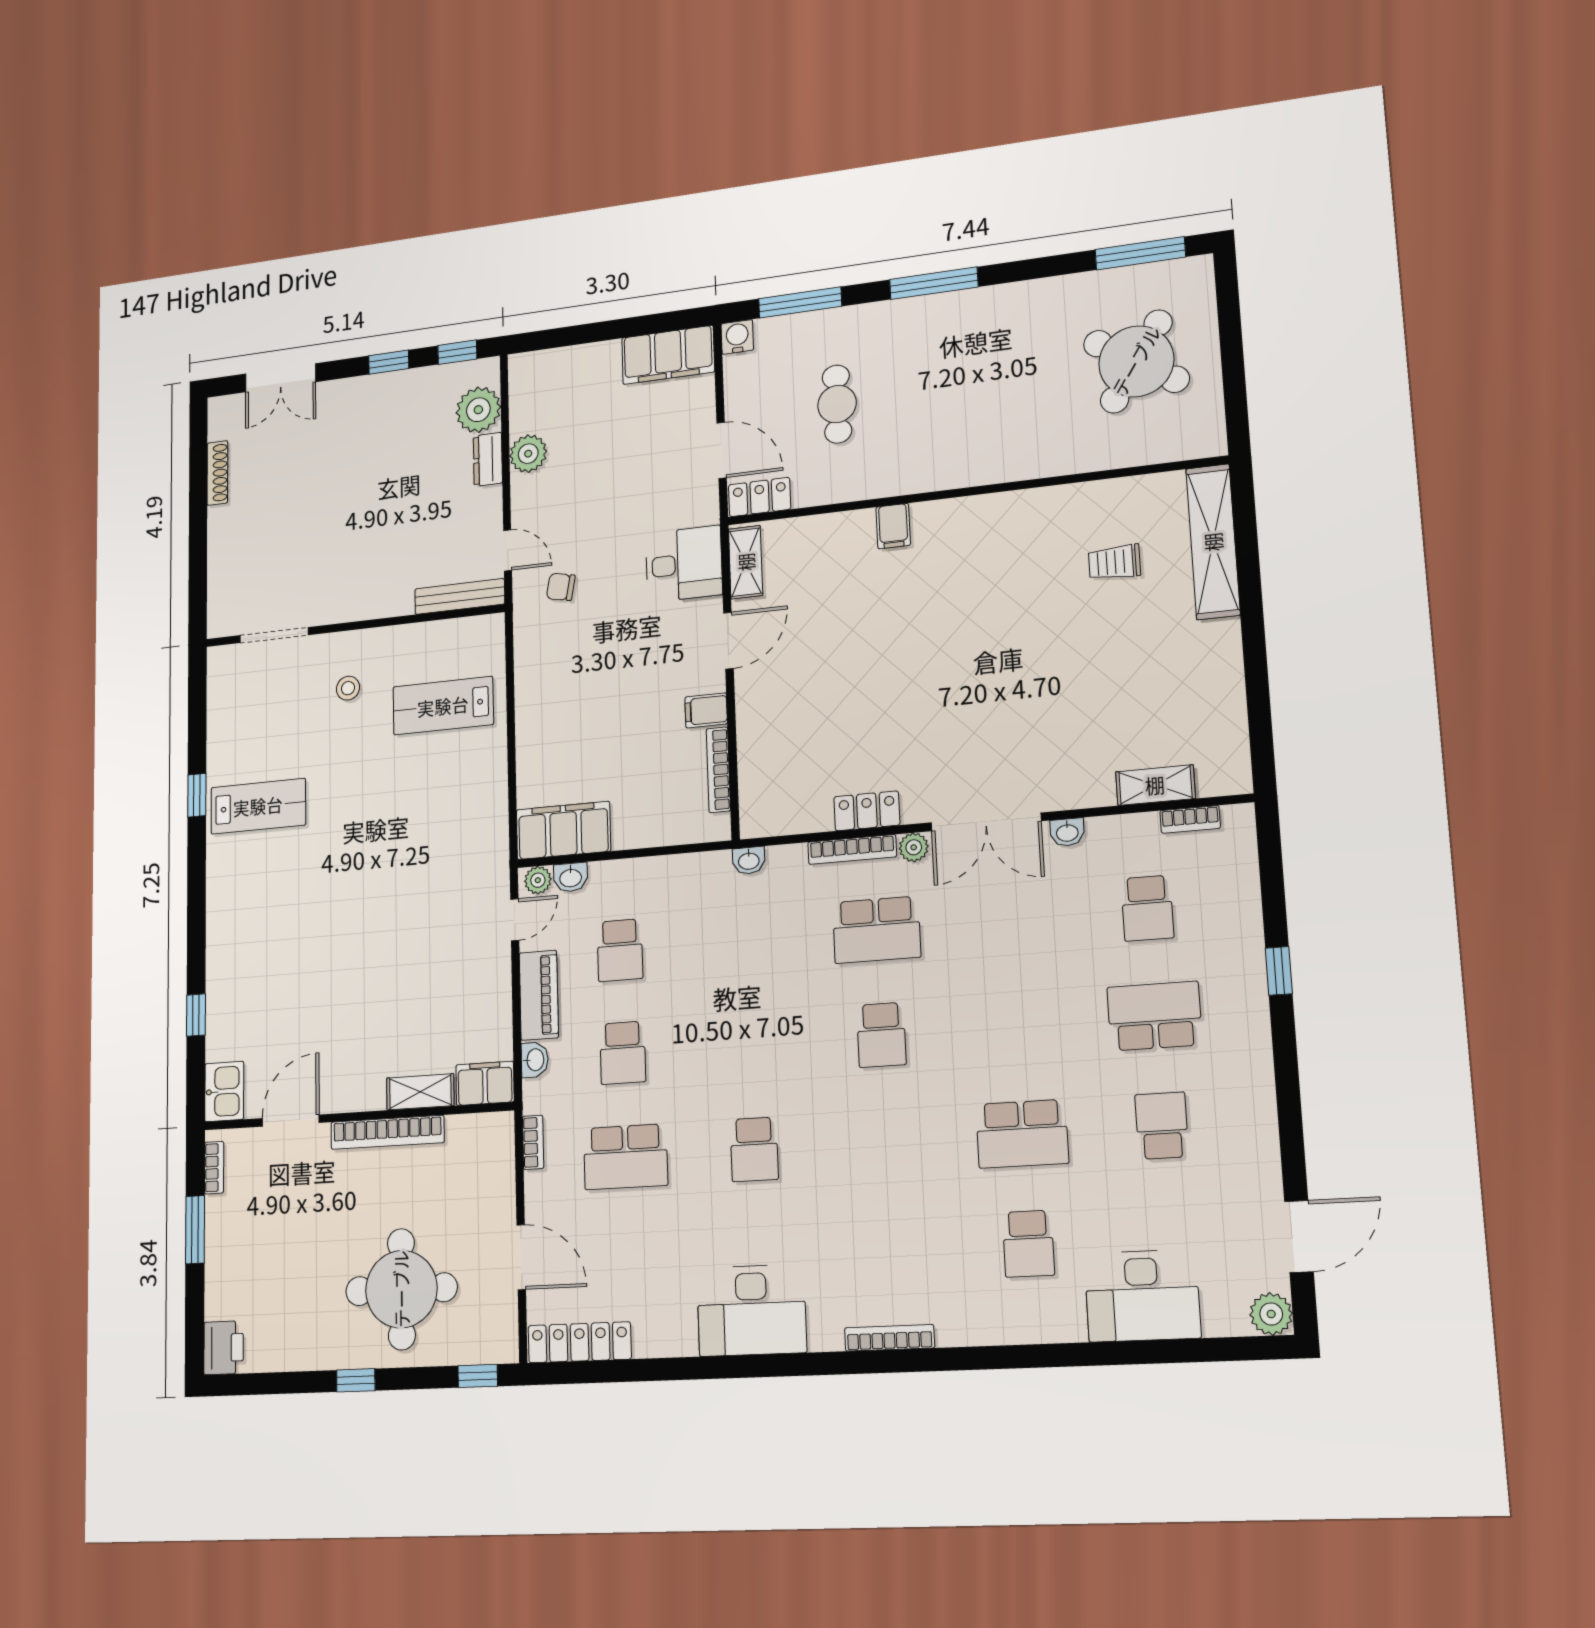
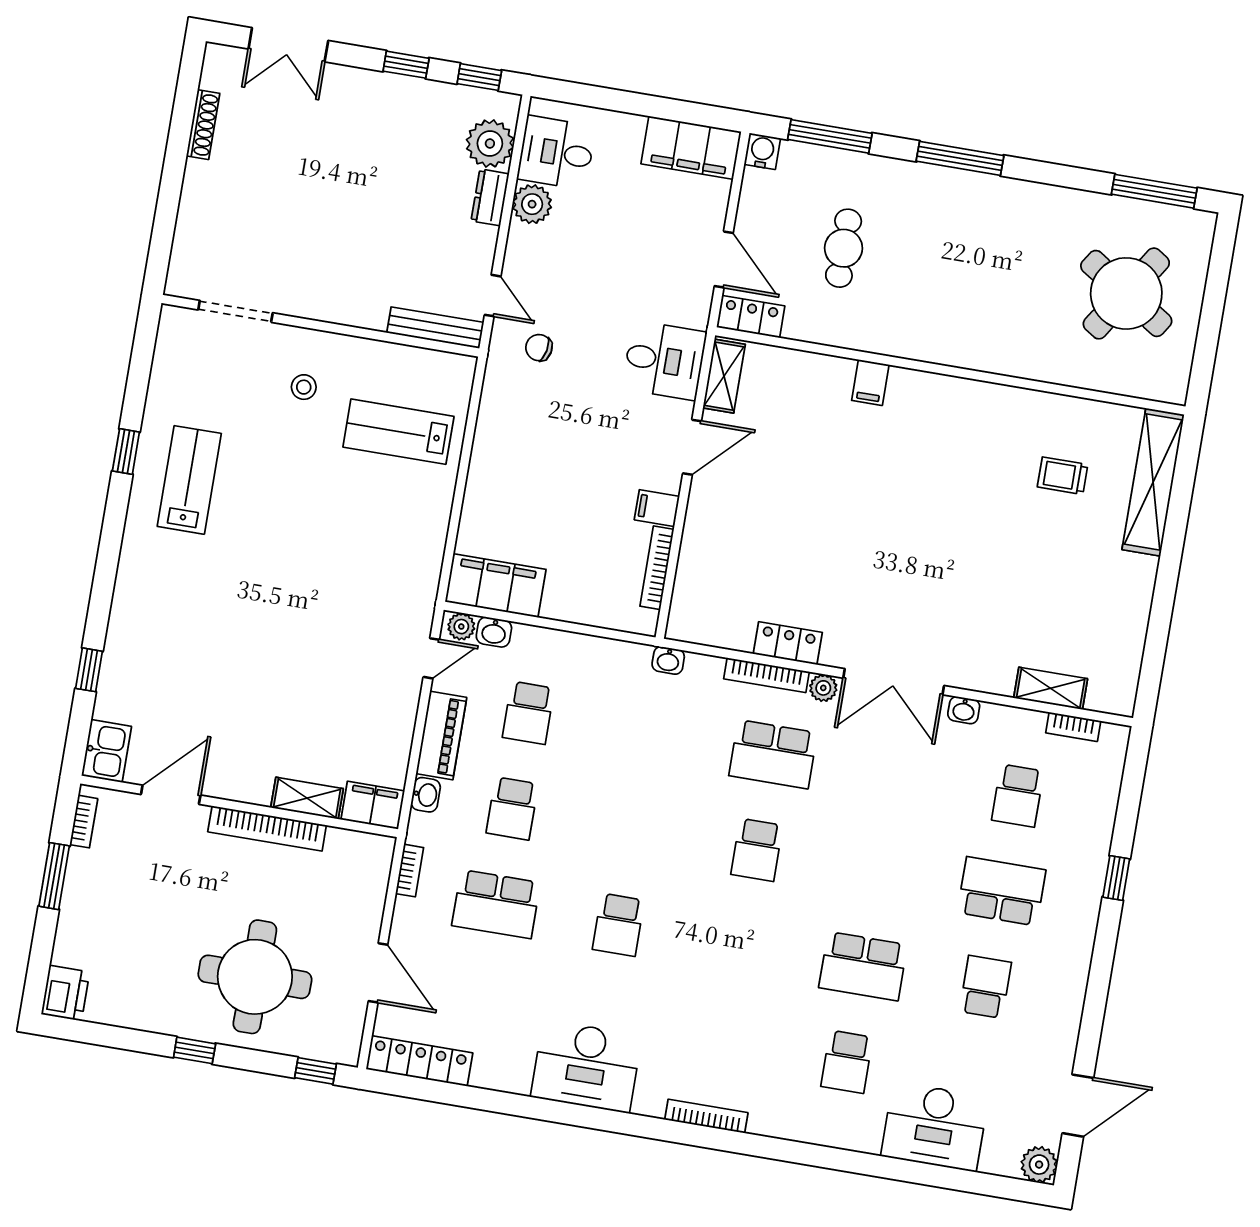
desk: (542, 399) -> (556, 153), added
lab bench: (258, 806) -> (189, 480), turned -90

